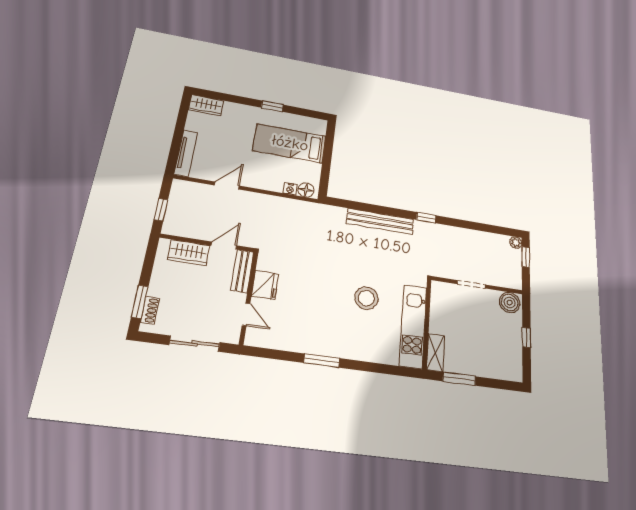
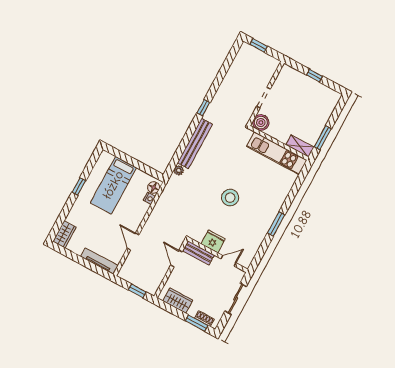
plant: (516, 243) -> (179, 170), moved
wardrobe: (189, 253) -> (178, 301), moved, turned -90
stool: (366, 298) -> (230, 198), moved
boiler: (510, 302) -> (261, 123), moved

